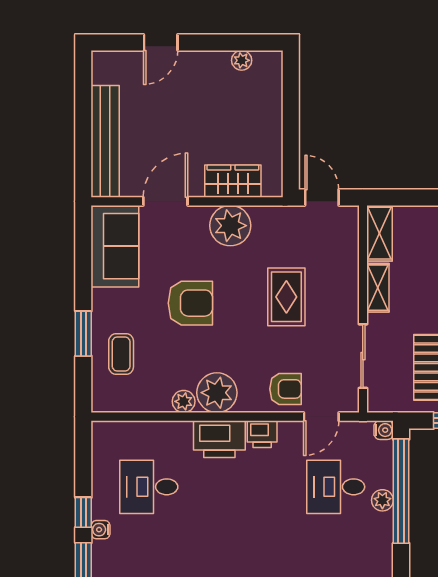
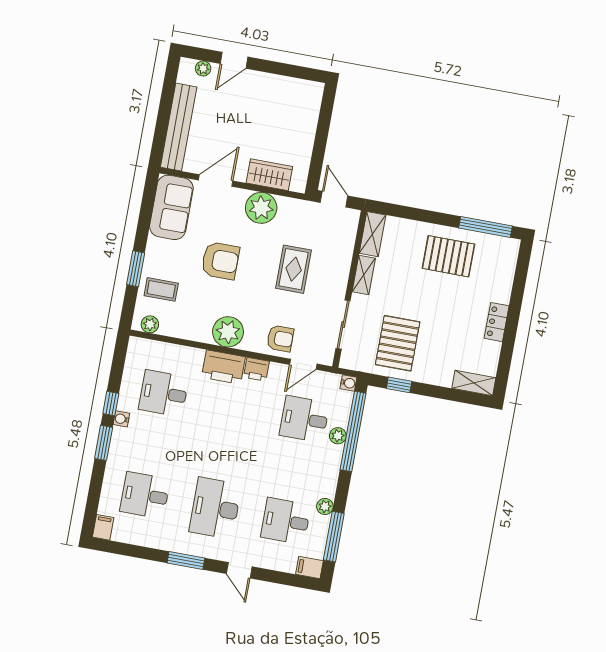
plant: (242, 60) -> (203, 68), moved
coffee table: (121, 354) -> (161, 289), turned 90
plant: (184, 401) -> (150, 324), moved

